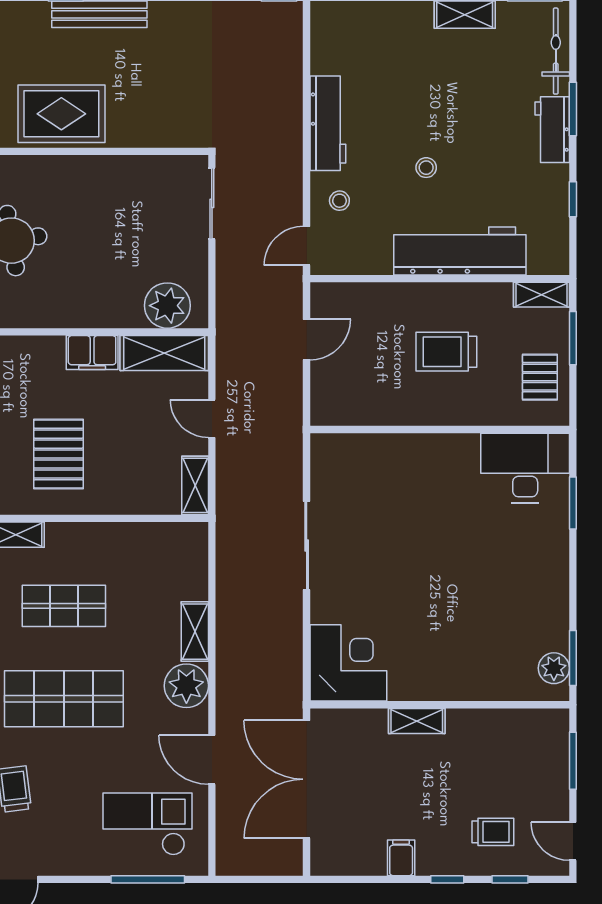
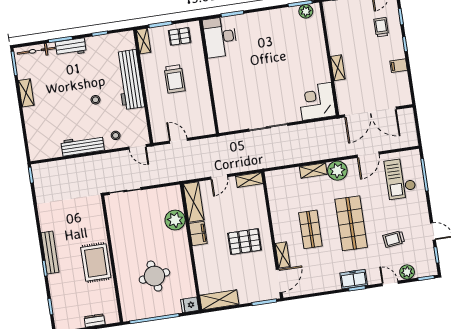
plant: (167, 306) -> (175, 220), moved

